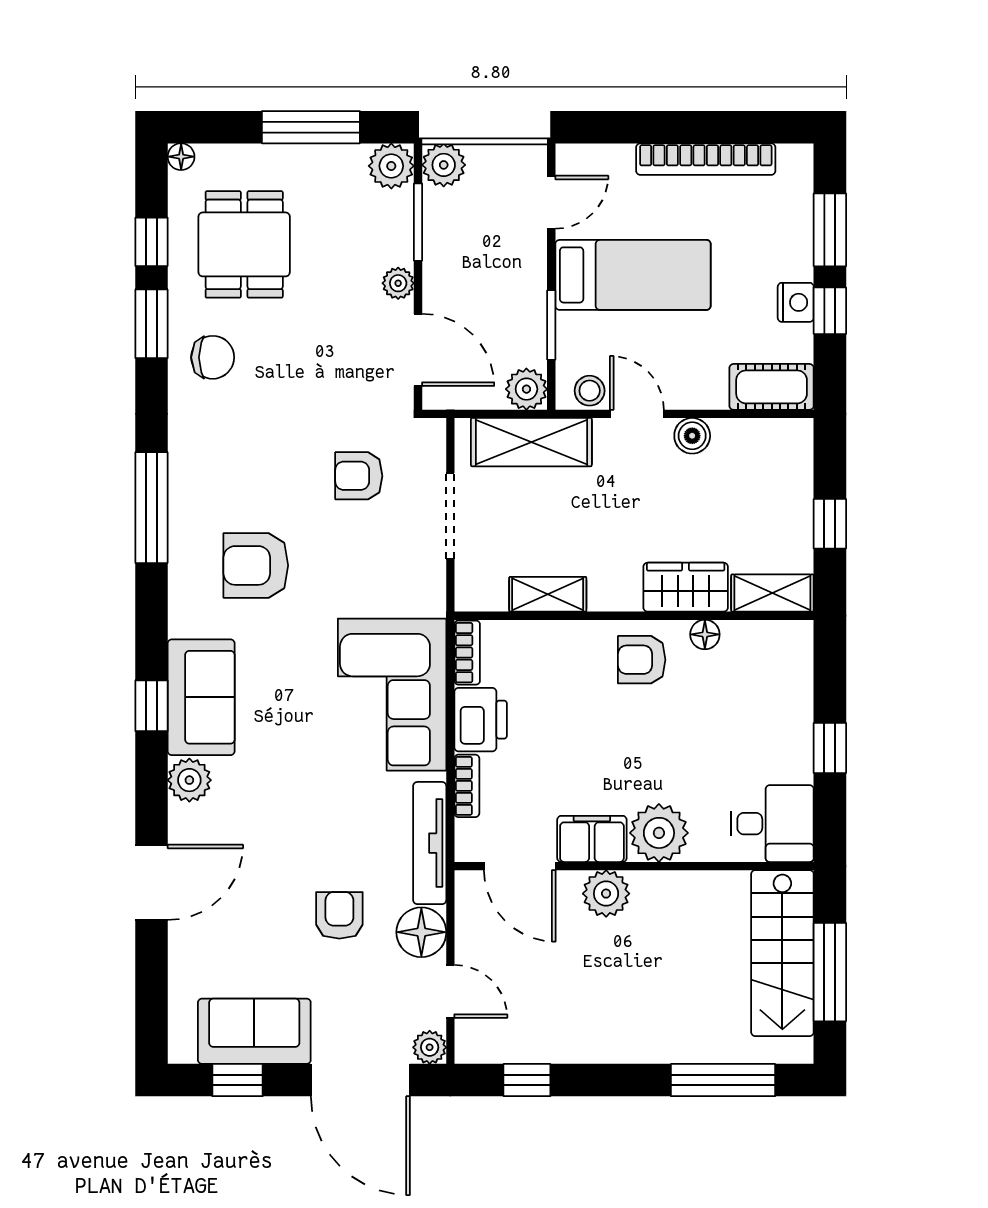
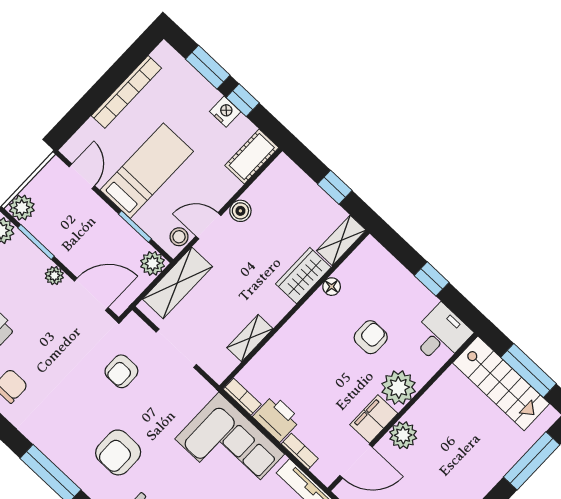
armchair: (642, 660) -> (371, 337), moved, turned 180

